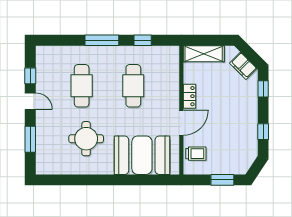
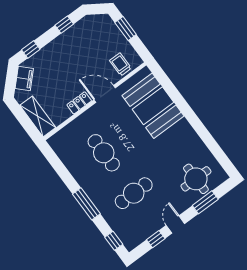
window: (143, 40) -> (114, 241), moved
cafe table: (133, 86) -> (104, 153), turned 90
round table: (86, 139) -> (196, 179), moved

